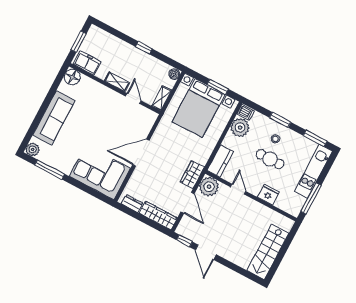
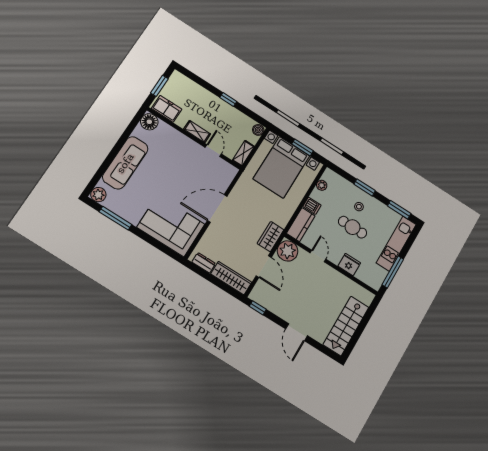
dishwasher: (246, 113) -> (312, 206), moved
plant: (240, 127) -> (322, 185), width x0.53, depth x0.53
door: (206, 252) -> (297, 332), moved

